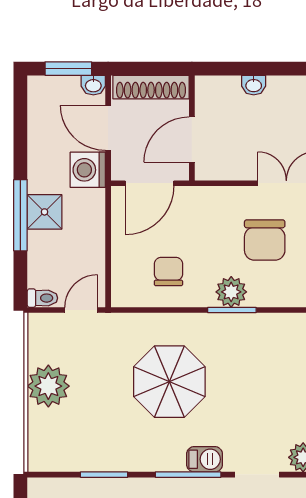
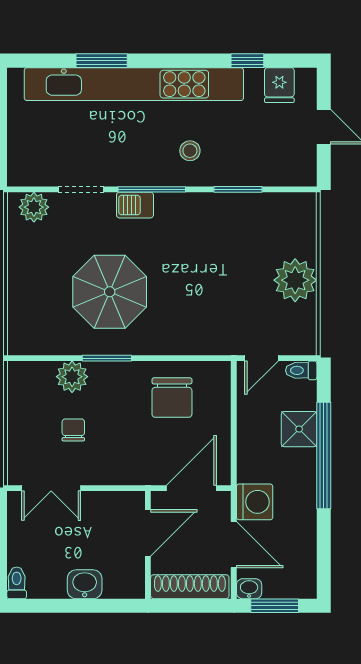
washbasin: (254, 85) -> (85, 584), width x1.38, depth x1.45
shower: (45, 212) -> (299, 429), moved
window: (20, 215) -> (324, 455), width x1.46
chair: (265, 240) -> (73, 430), width x0.54, depth x0.54
chair: (168, 272) -> (172, 398), width x1.37, depth x1.37
plant: (231, 292) -> (72, 377), moved
parasol: (169, 382) -> (110, 292), moved

